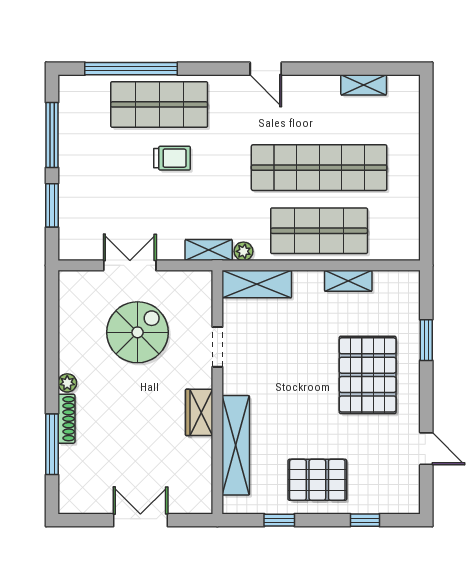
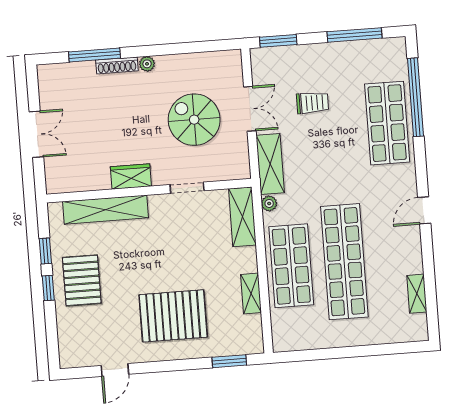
trolley: (172, 158) -> (313, 103), moved, turned -90
window: (52, 205) -> (278, 41), moved
shelving: (209, 250) -> (270, 164), width x1.50, depth x1.33
spiral stairs: (138, 332) -> (194, 120), turned 180
window: (426, 340) -> (229, 361), moved
window: (365, 520) -> (48, 288), moved

